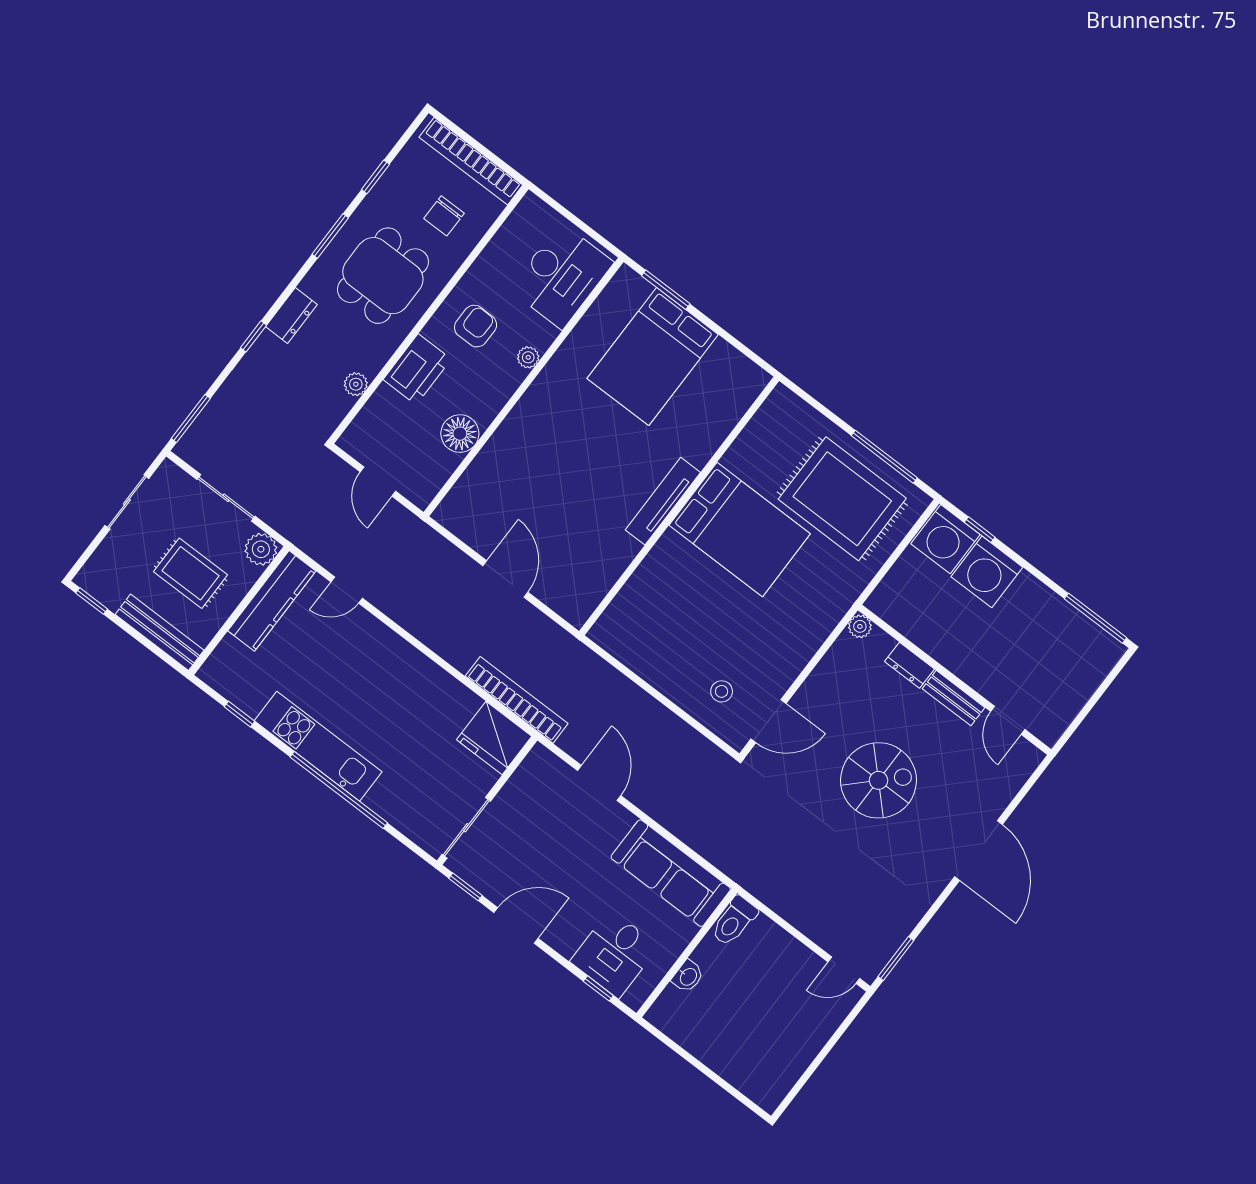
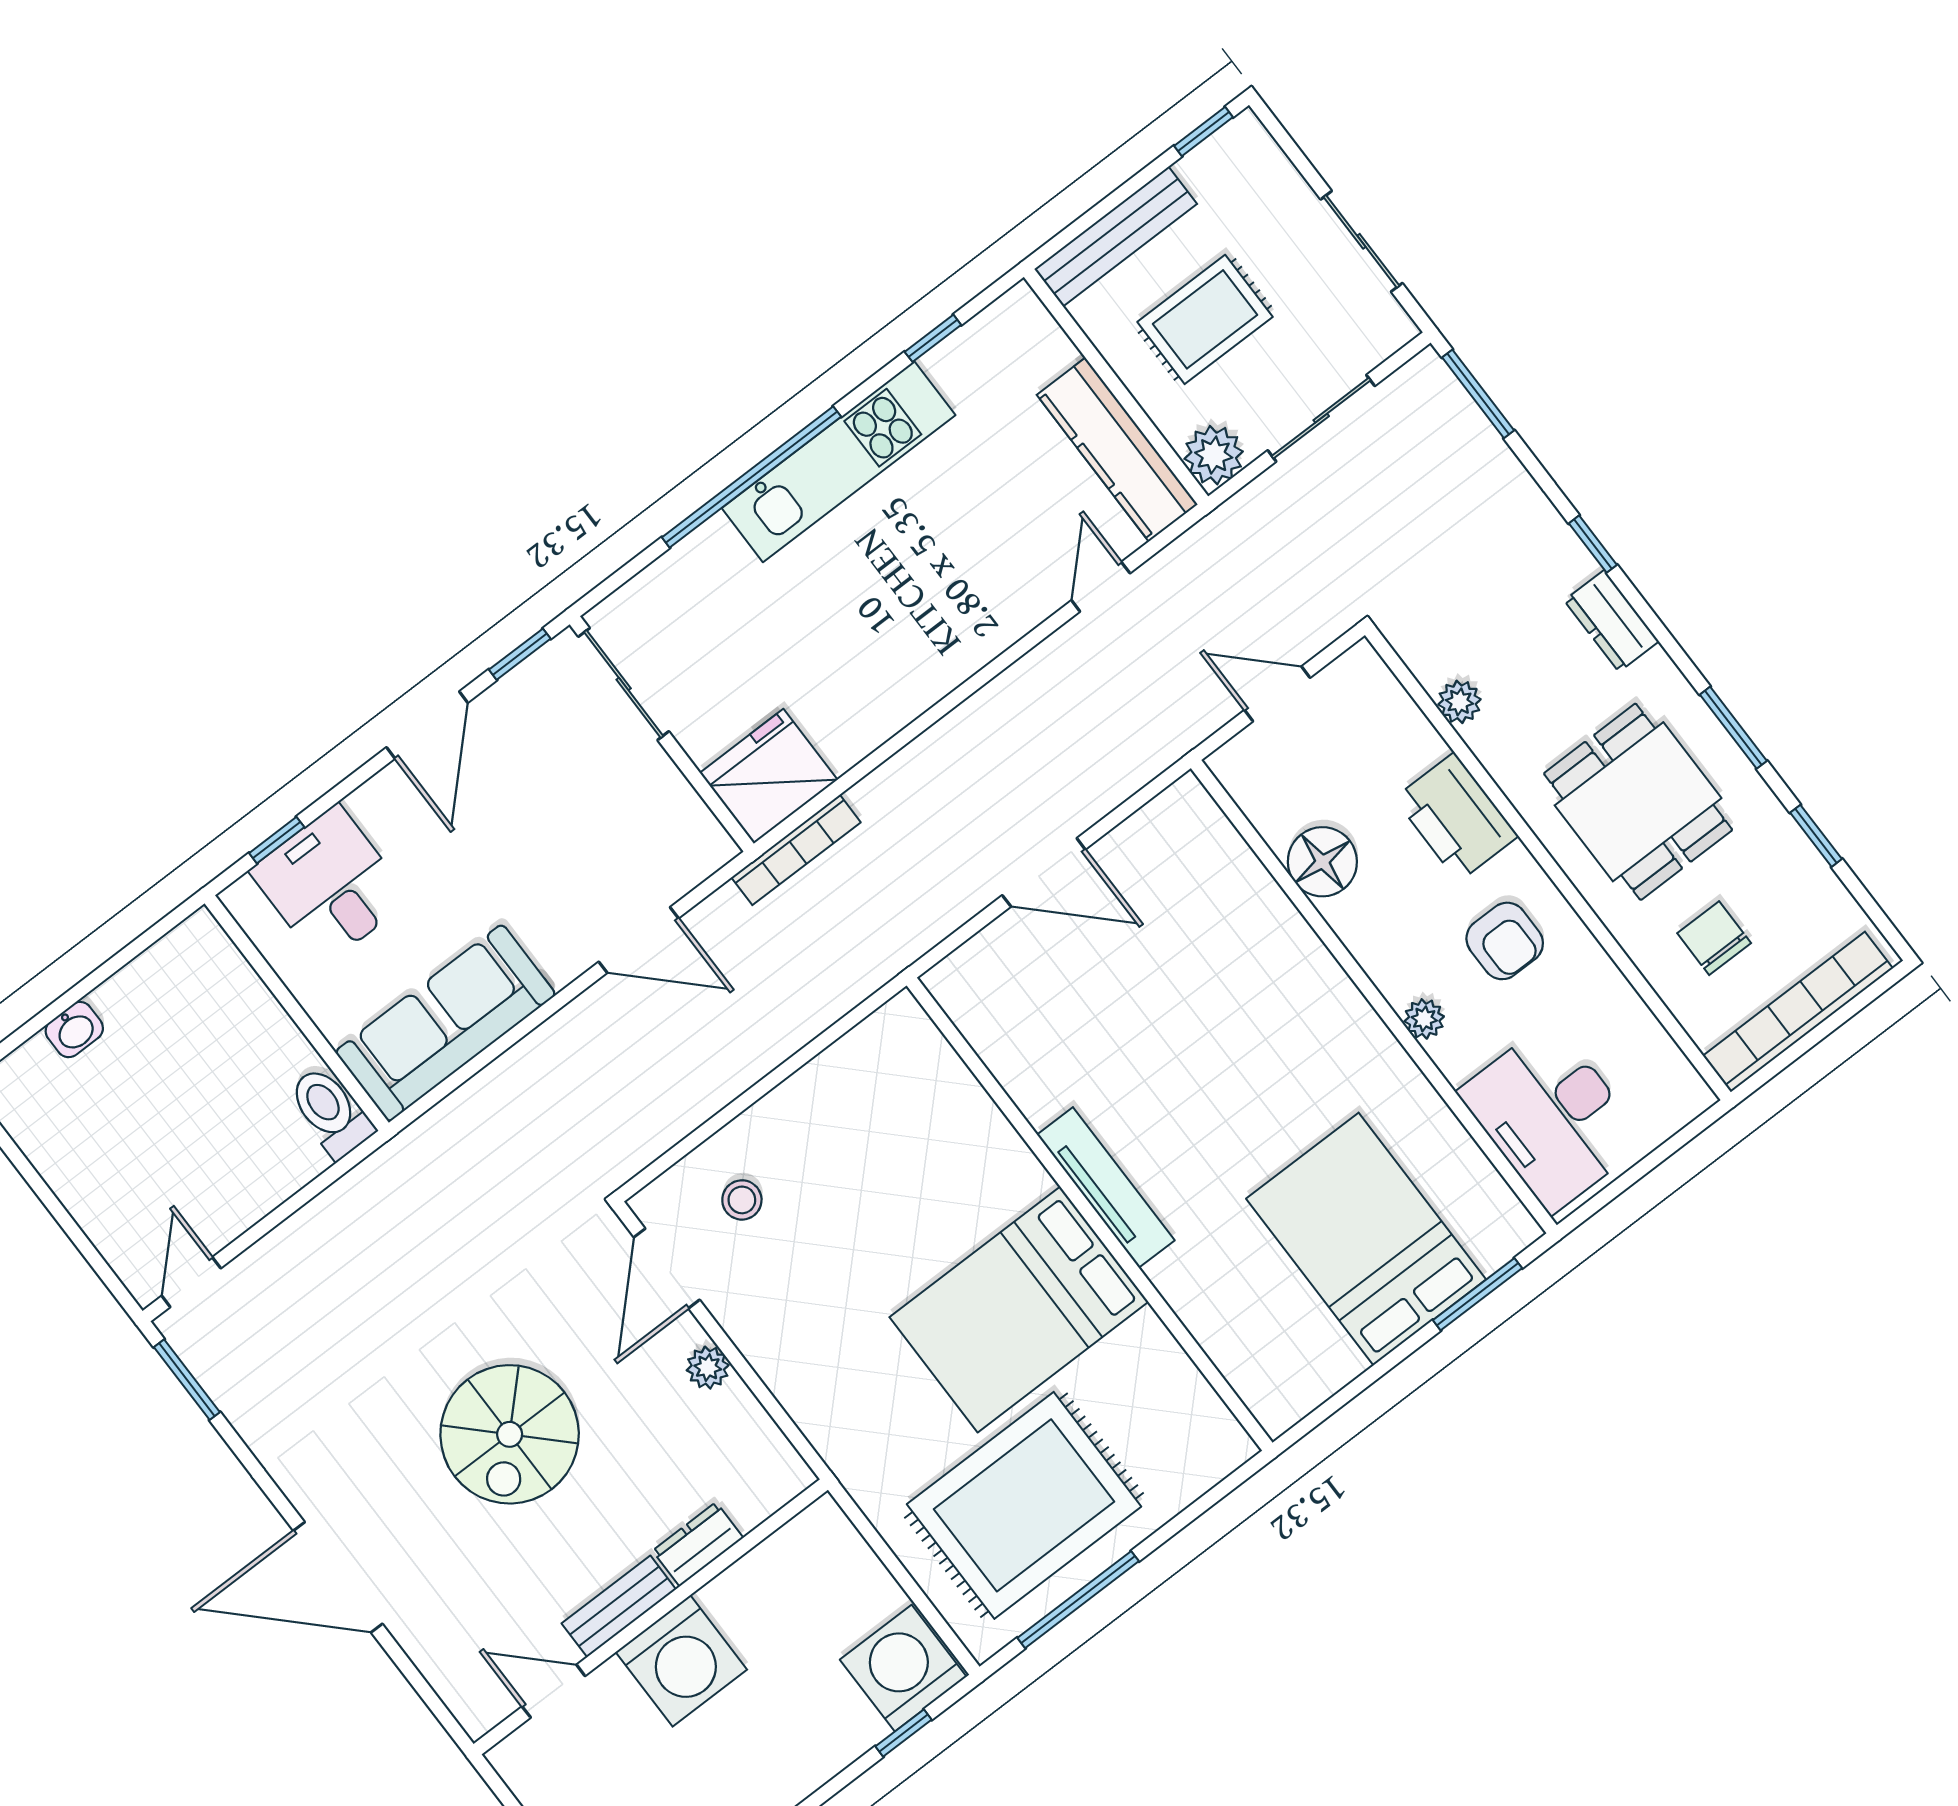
washing machine: (987, 572) -> (681, 1661), moved, turned 180
plant: (860, 626) -> (708, 1368), moved
bookcase: (517, 700) -> (796, 850), width x0.68, depth x0.76
washbasin: (688, 976) -> (74, 1030), moved, turned -90

